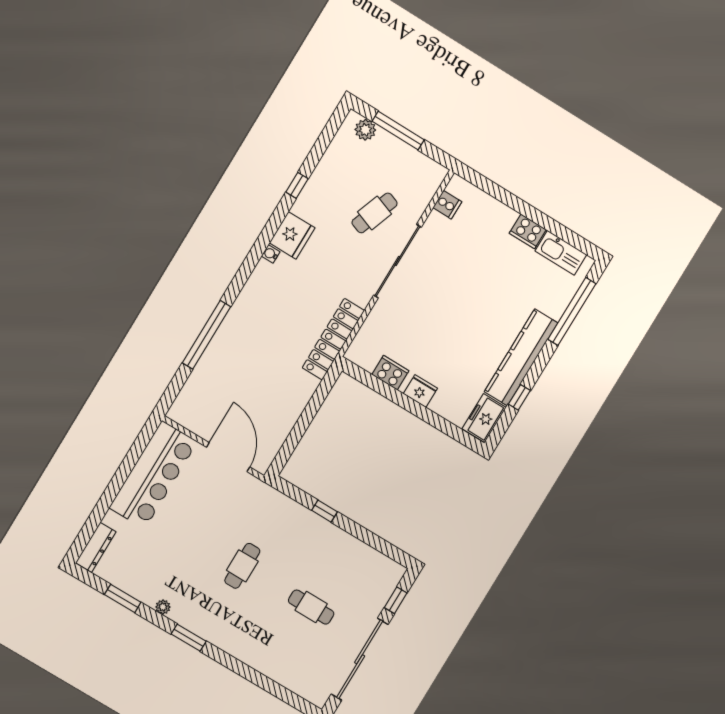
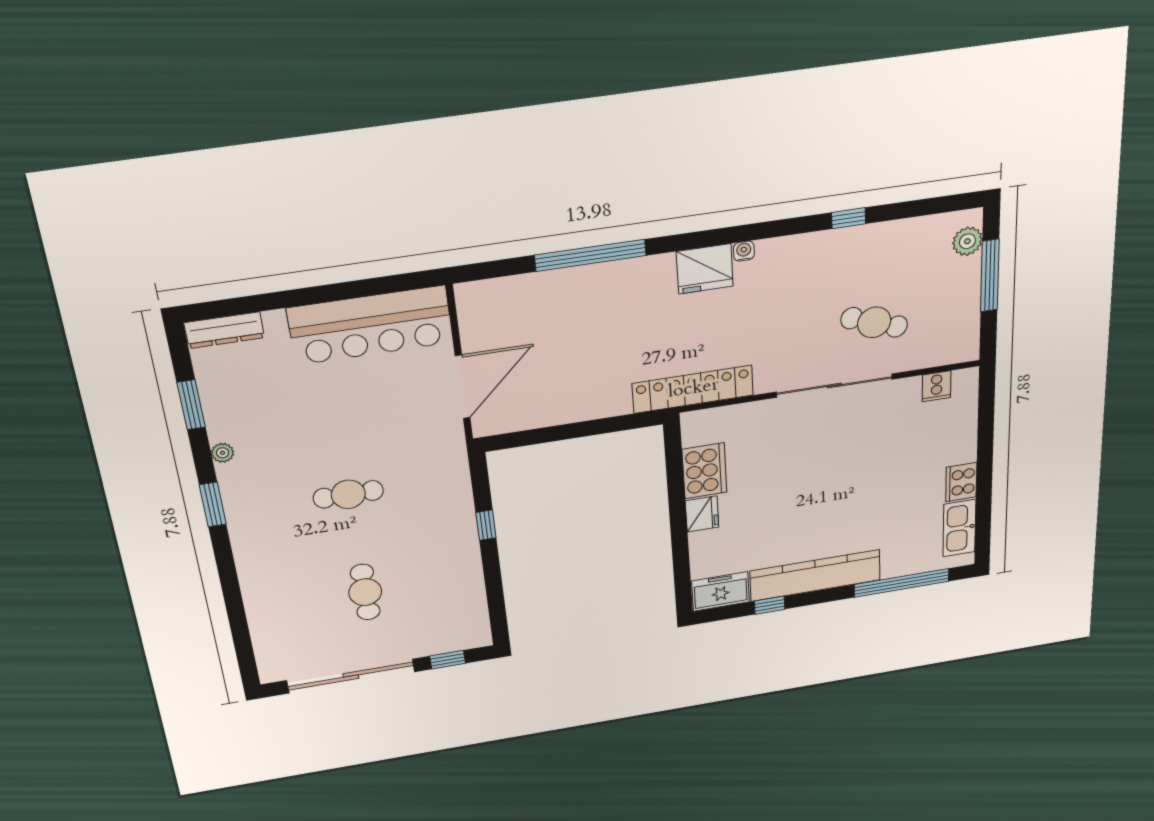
fridge: (292, 235) -> (705, 269), moved
cooker: (390, 373) -> (704, 471), width x1.37, depth x1.31

